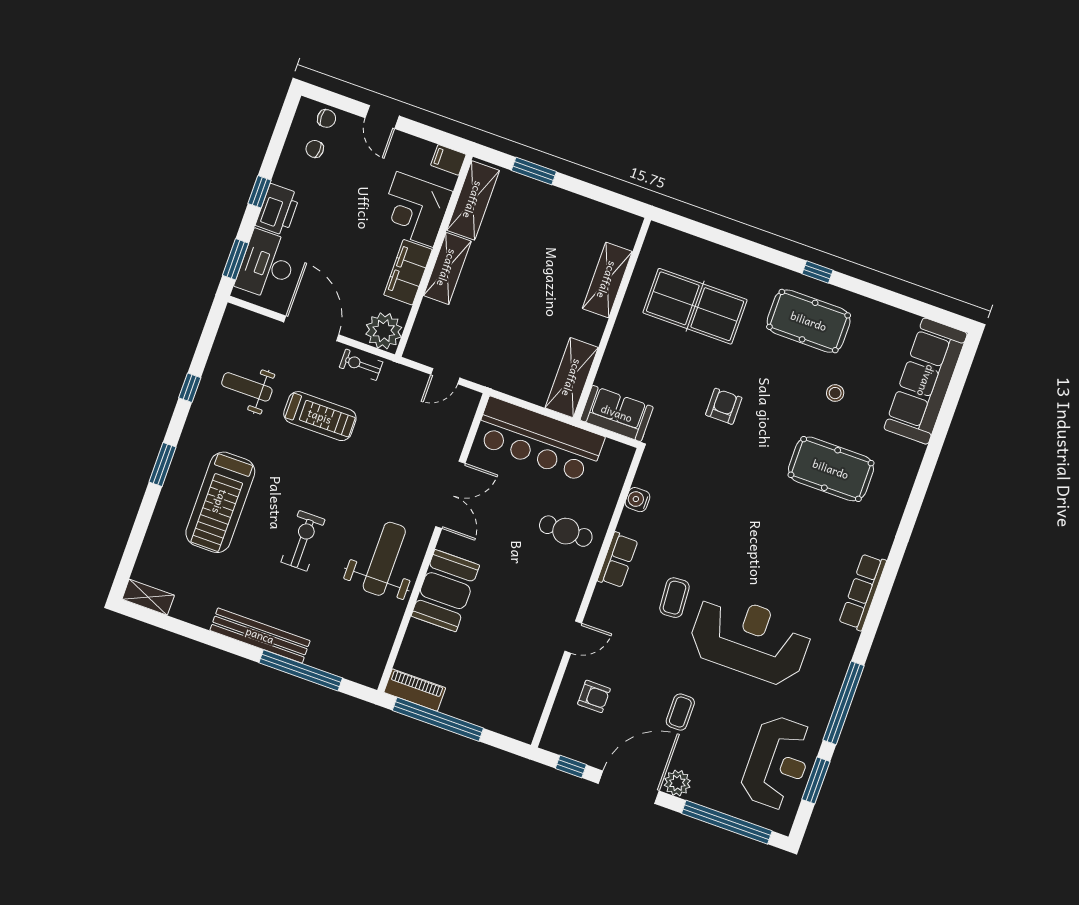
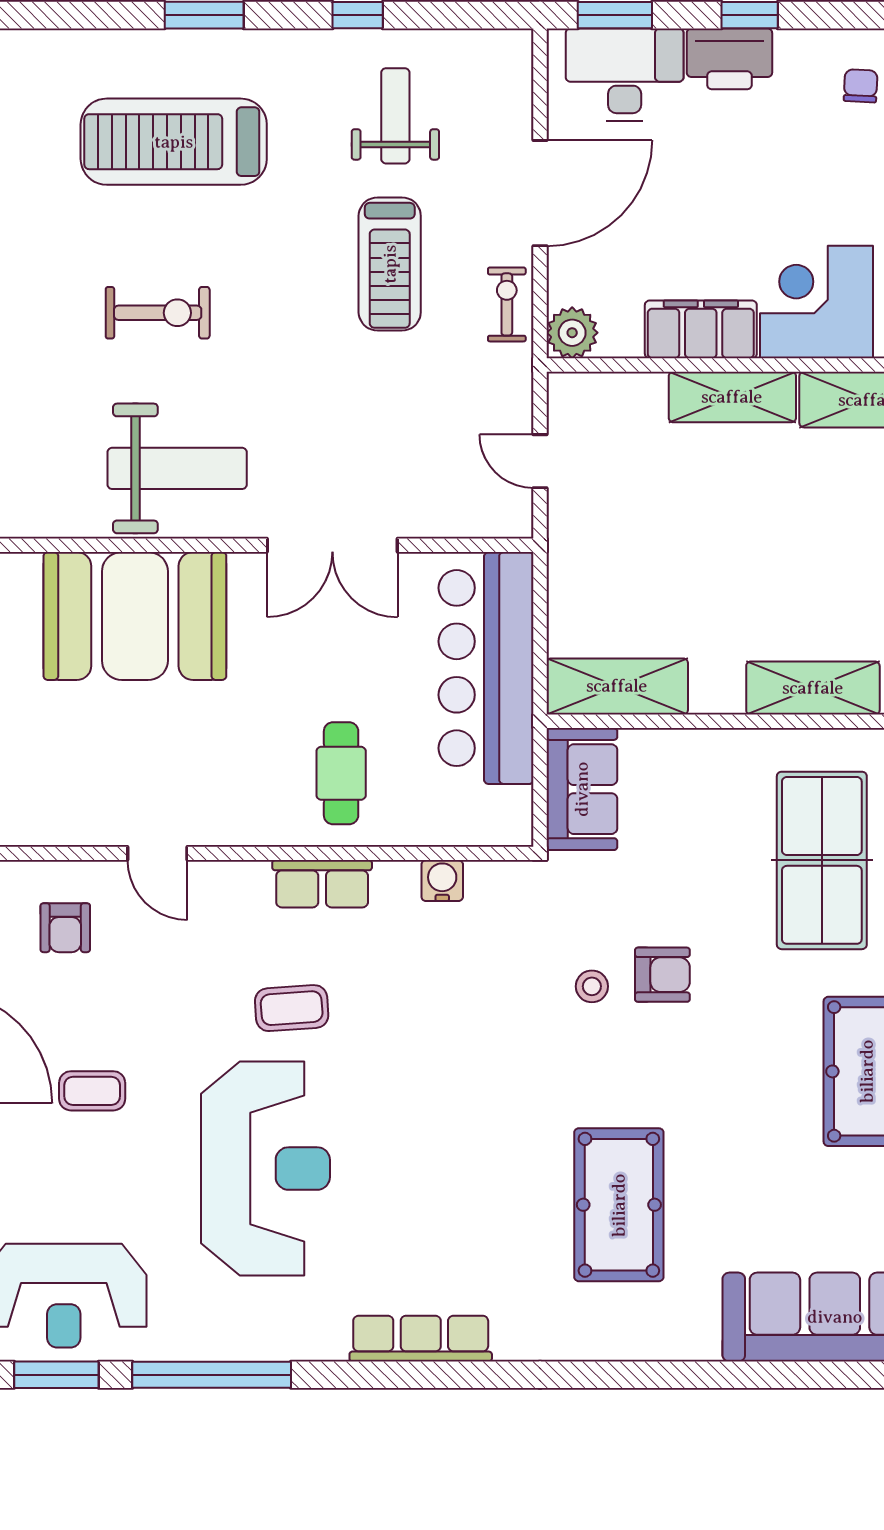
plant: (384, 331) -> (572, 333), width x0.73, depth x0.73
stool: (835, 393) -> (592, 986), moved
booth: (445, 591) -> (135, 616), width x1.36, depth x1.42

